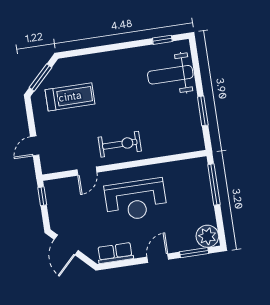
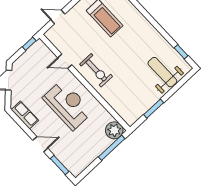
reception desk: (136, 200) -> (68, 105), turned 180
plant: (207, 236) -> (114, 130), moved

